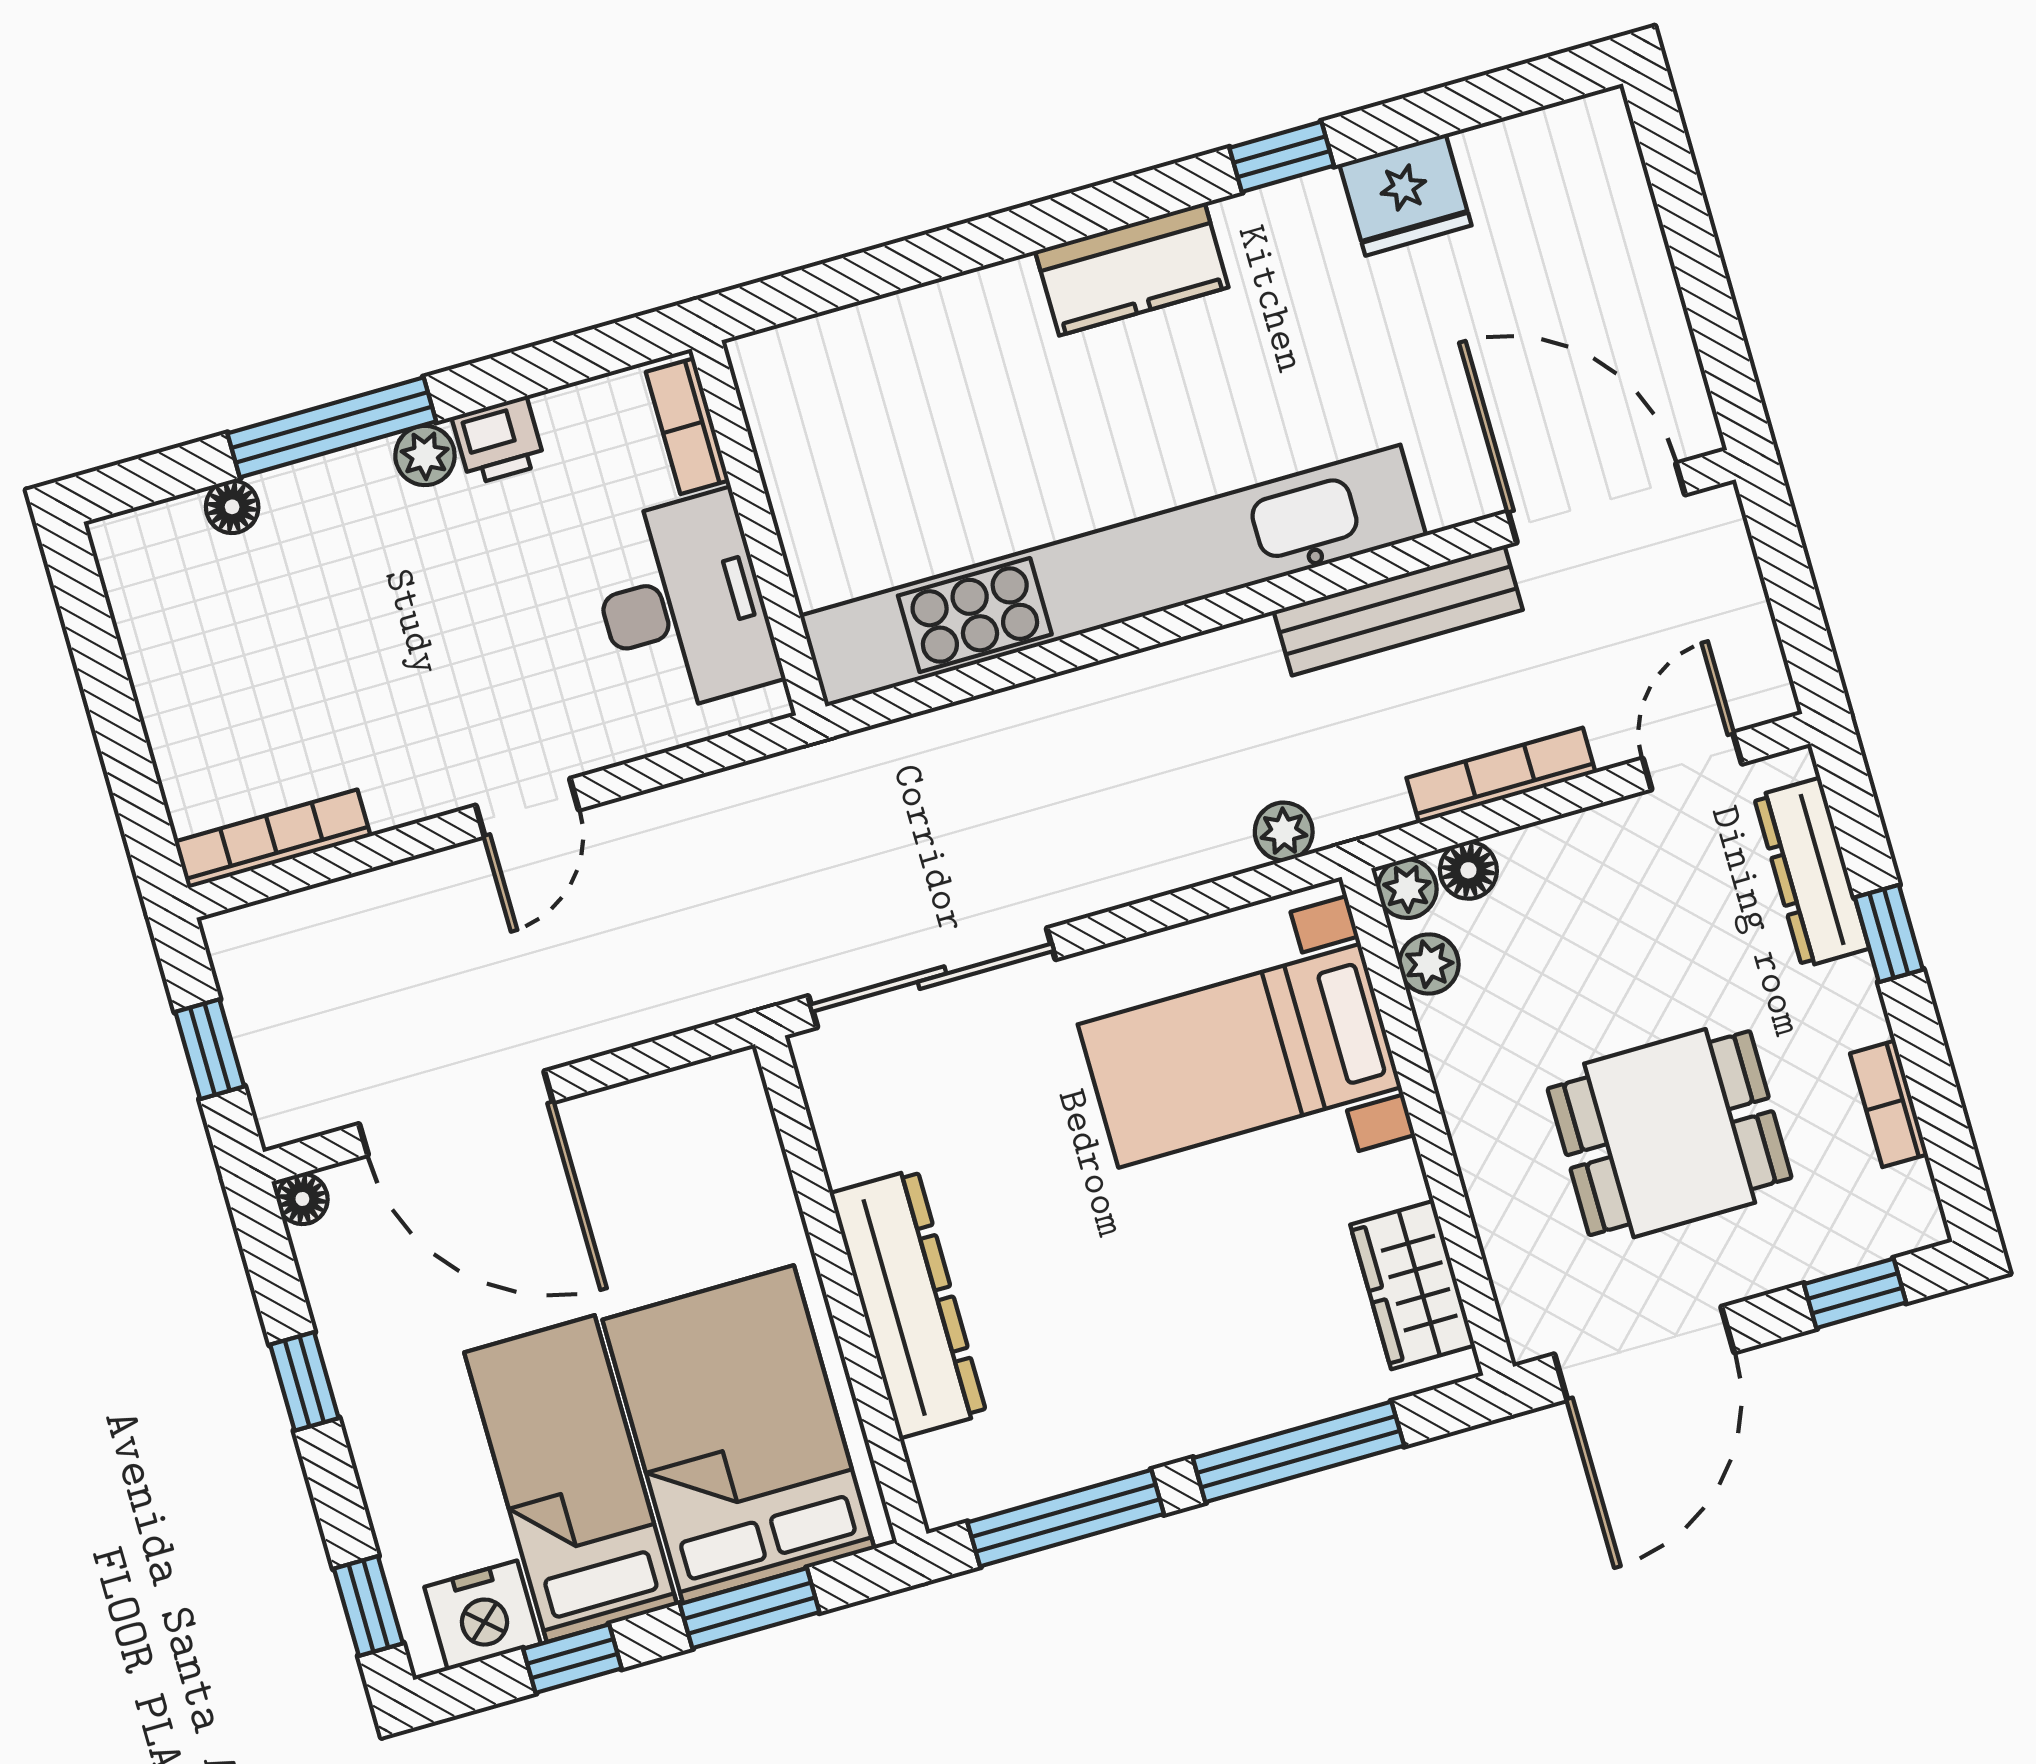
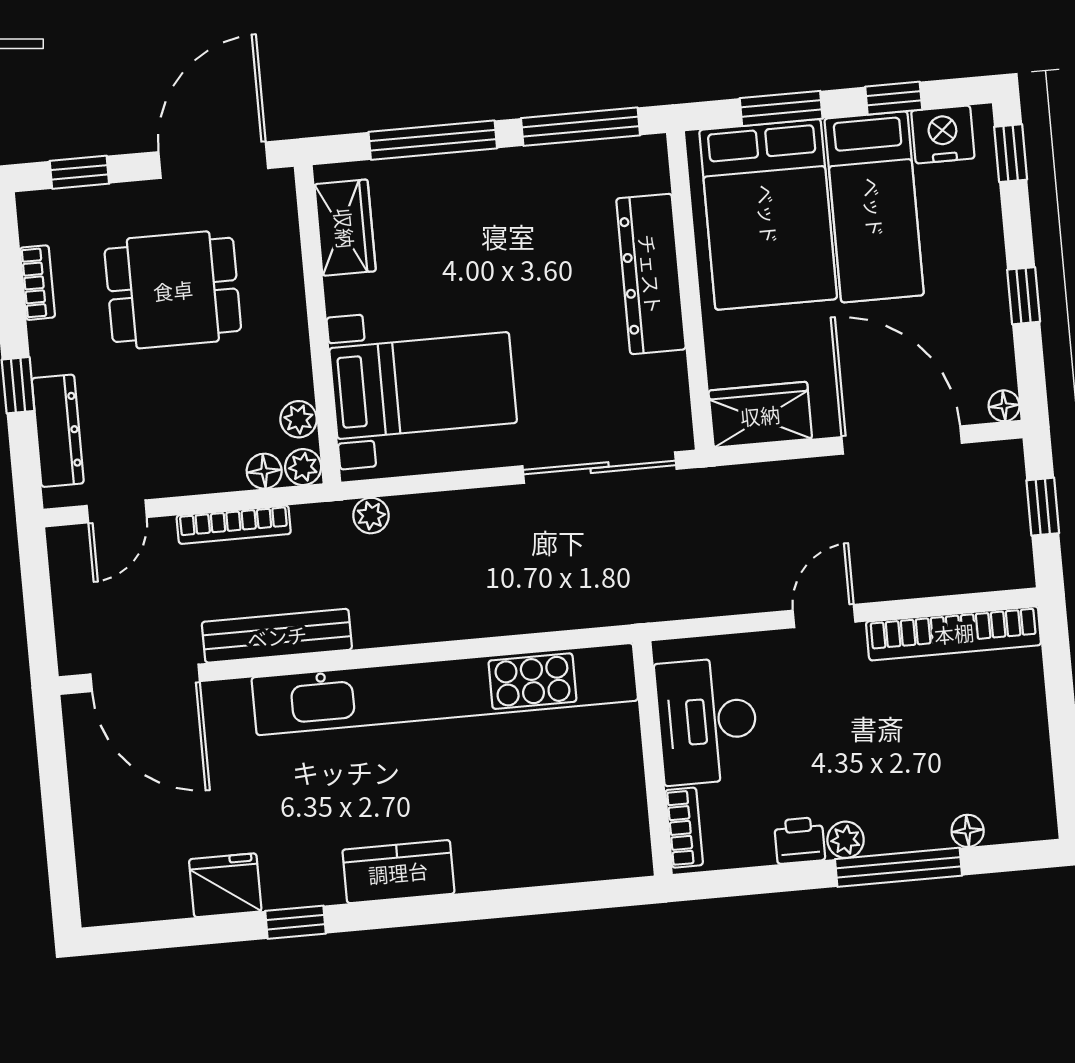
bookcase: (273, 839) -> (954, 633), width x1.48, depth x1.31
wardrobe: (690, 1111) -> (760, 415), added

